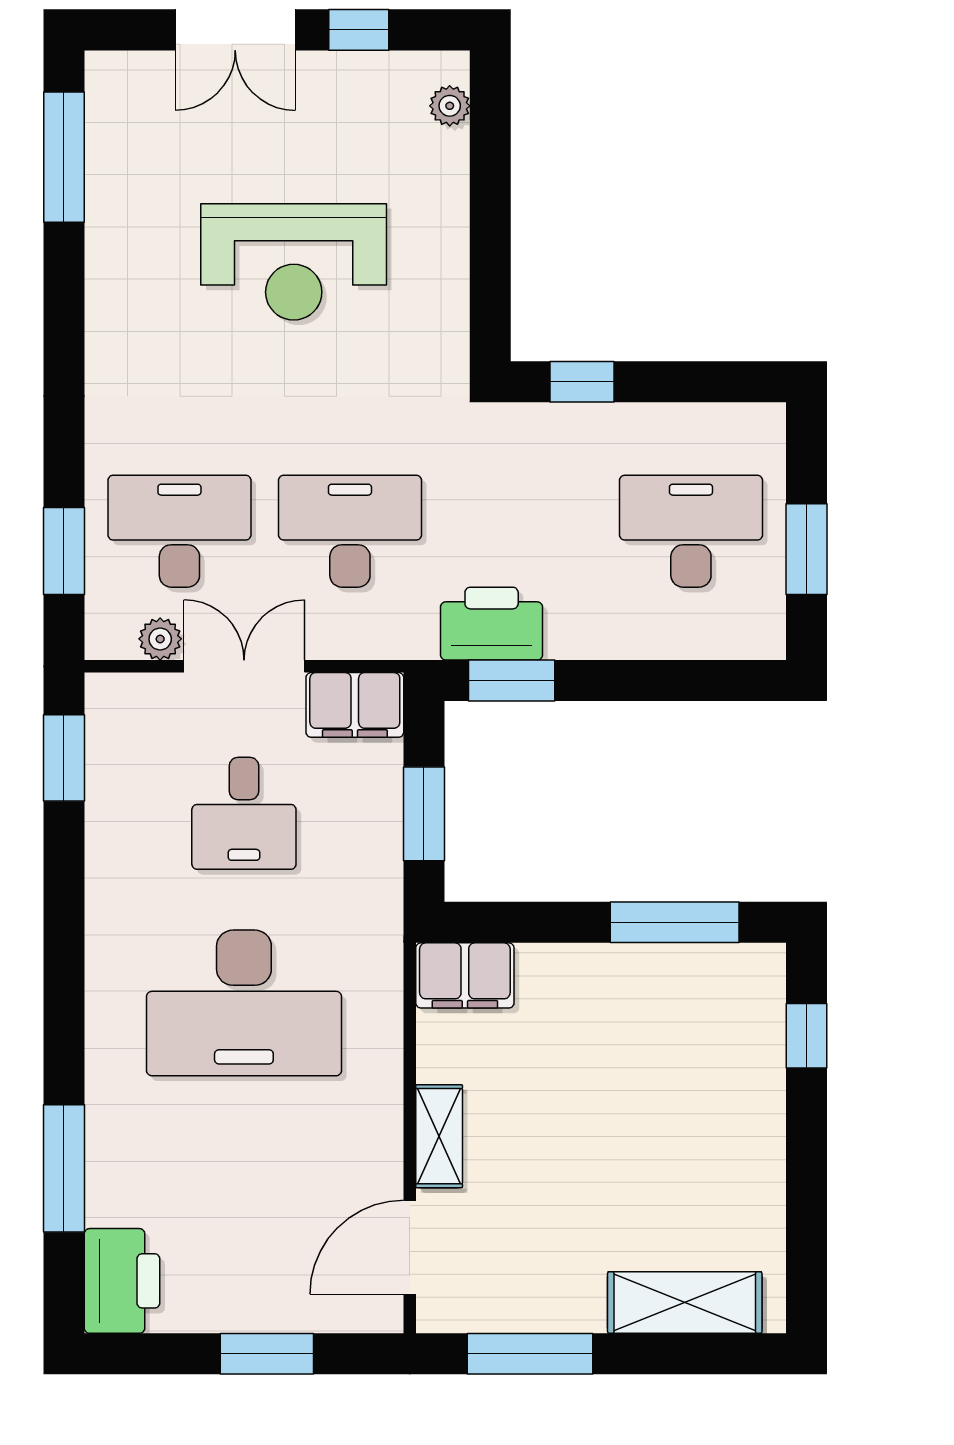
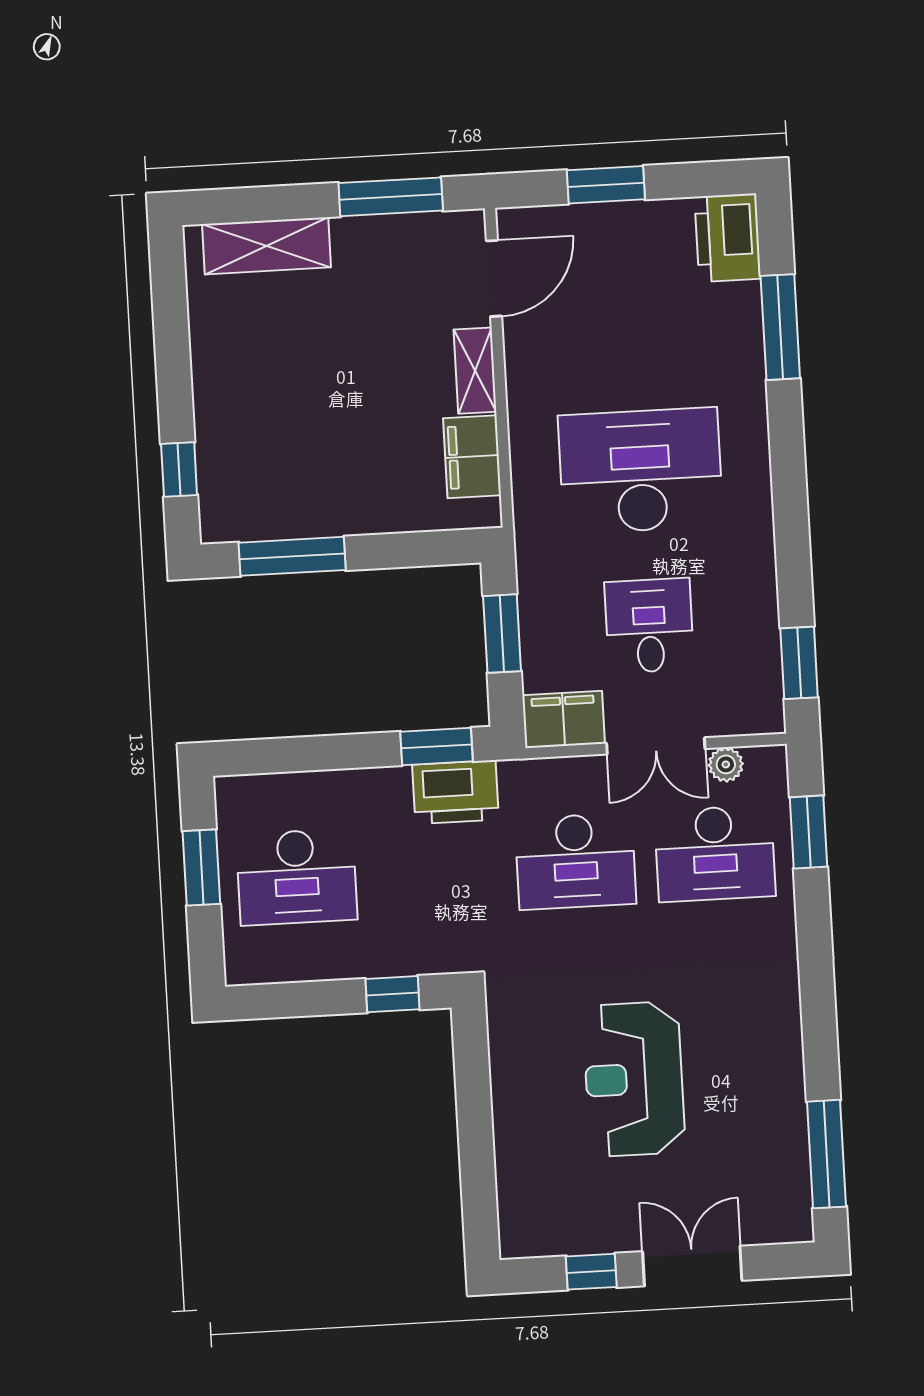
plant: (450, 106) -> (513, 1214), removed
reception desk: (294, 262) -> (634, 1079), turned -90
filing cabinet: (465, 975) -> (472, 457), moved, turned -90

